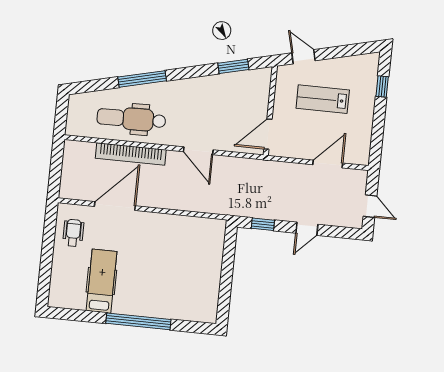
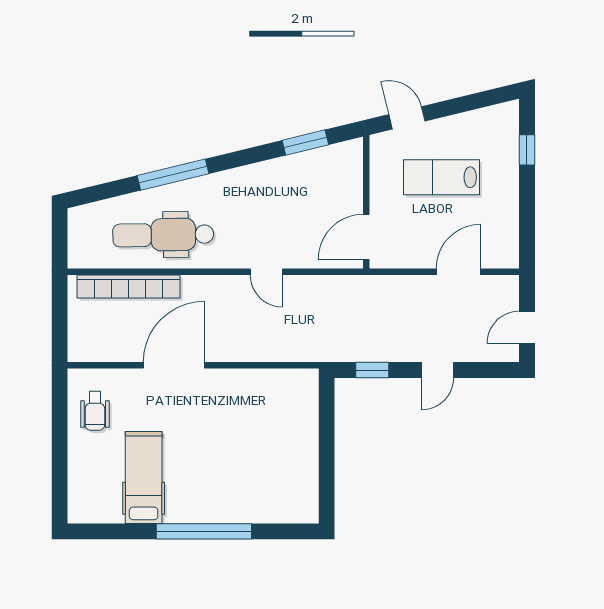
door: (198, 151) -> (266, 272), width x0.73
bookcase: (131, 154) -> (129, 286), moved
door: (115, 206) -> (174, 365), moved
door: (370, 206) -> (527, 327), swing flipped
wheelchair: (73, 233) -> (95, 411), turned 180

